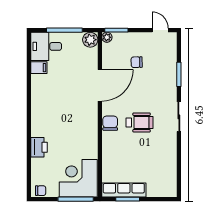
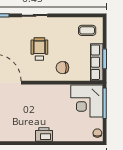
chair: (110, 123) -> (62, 68), moved
printer: (39, 147) -> (44, 134), moved
coffee table: (161, 179) -> (87, 30), added

